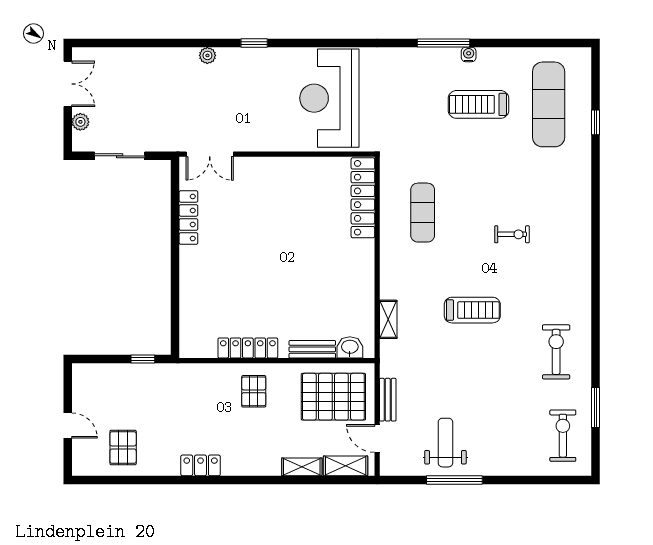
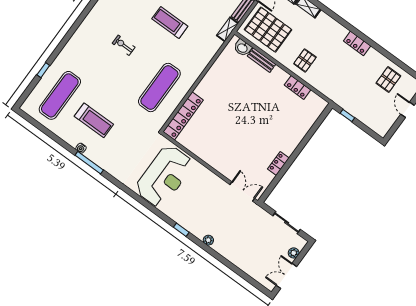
exercise mat: (423, 213) -> (159, 88), width x1.36, depth x1.45
locker: (188, 217) -> (278, 163), width x0.66
shelving: (388, 319) -> (227, 29), moved
locker: (248, 348) -> (298, 87), width x0.66

